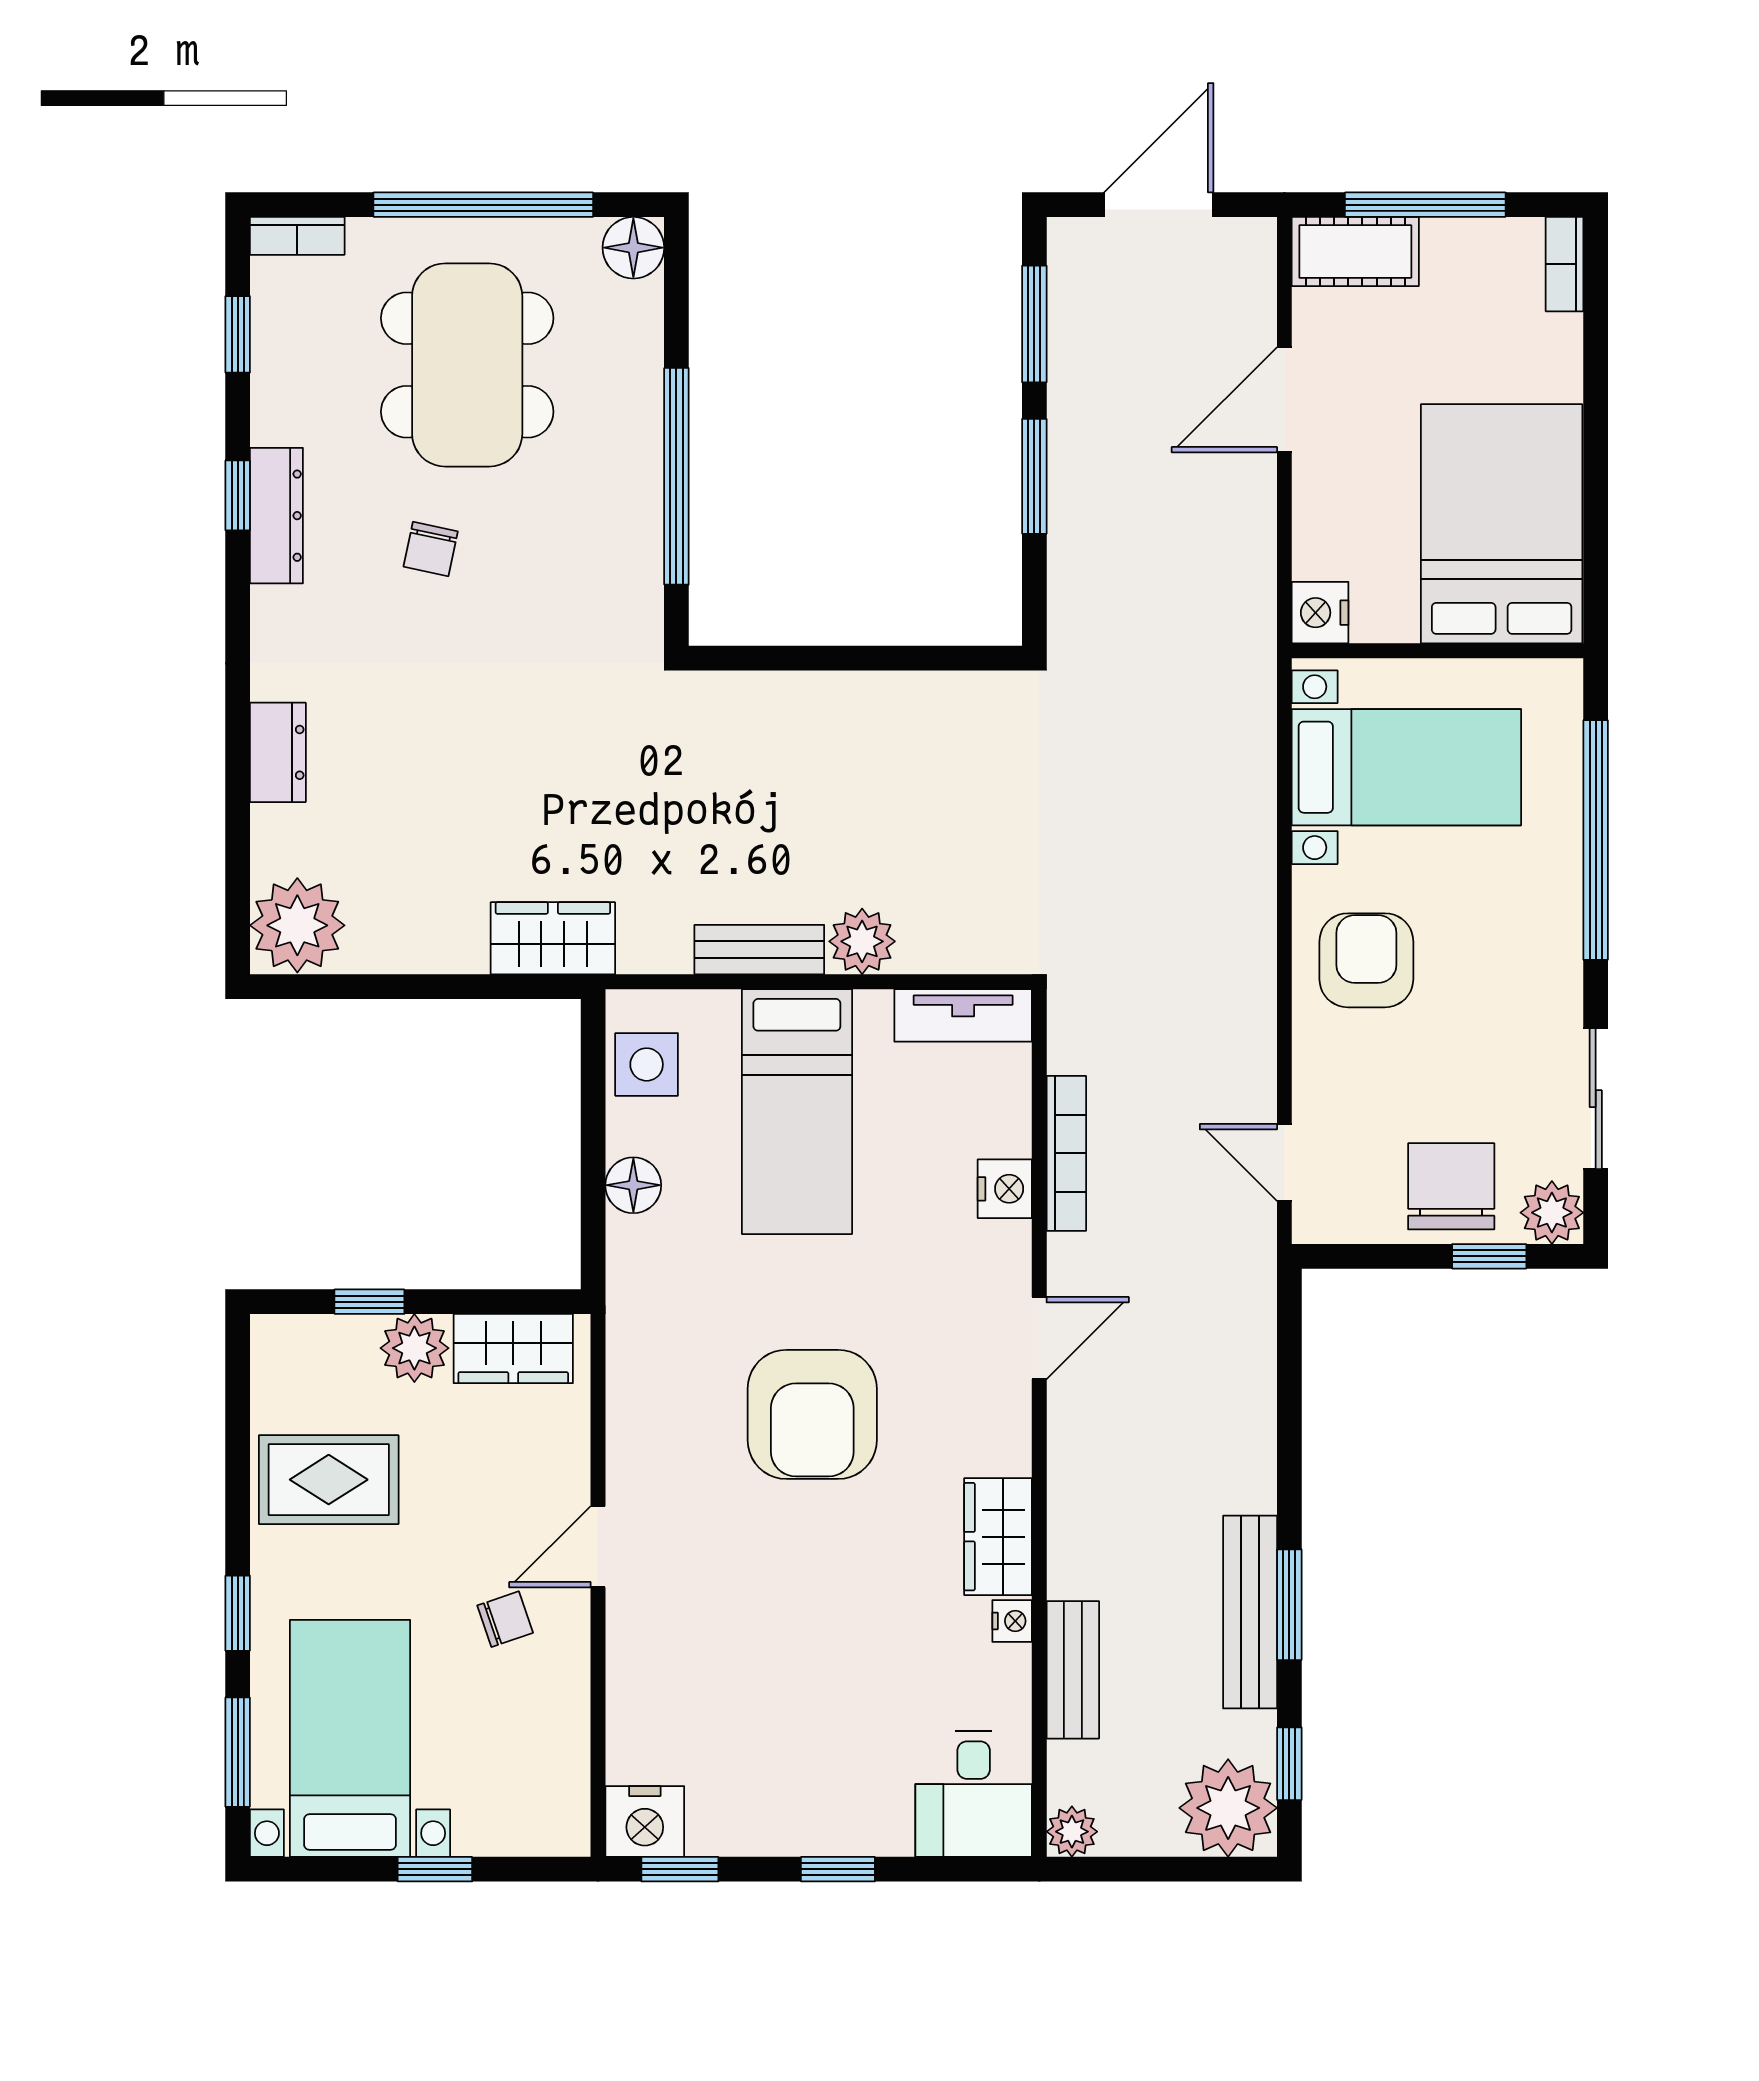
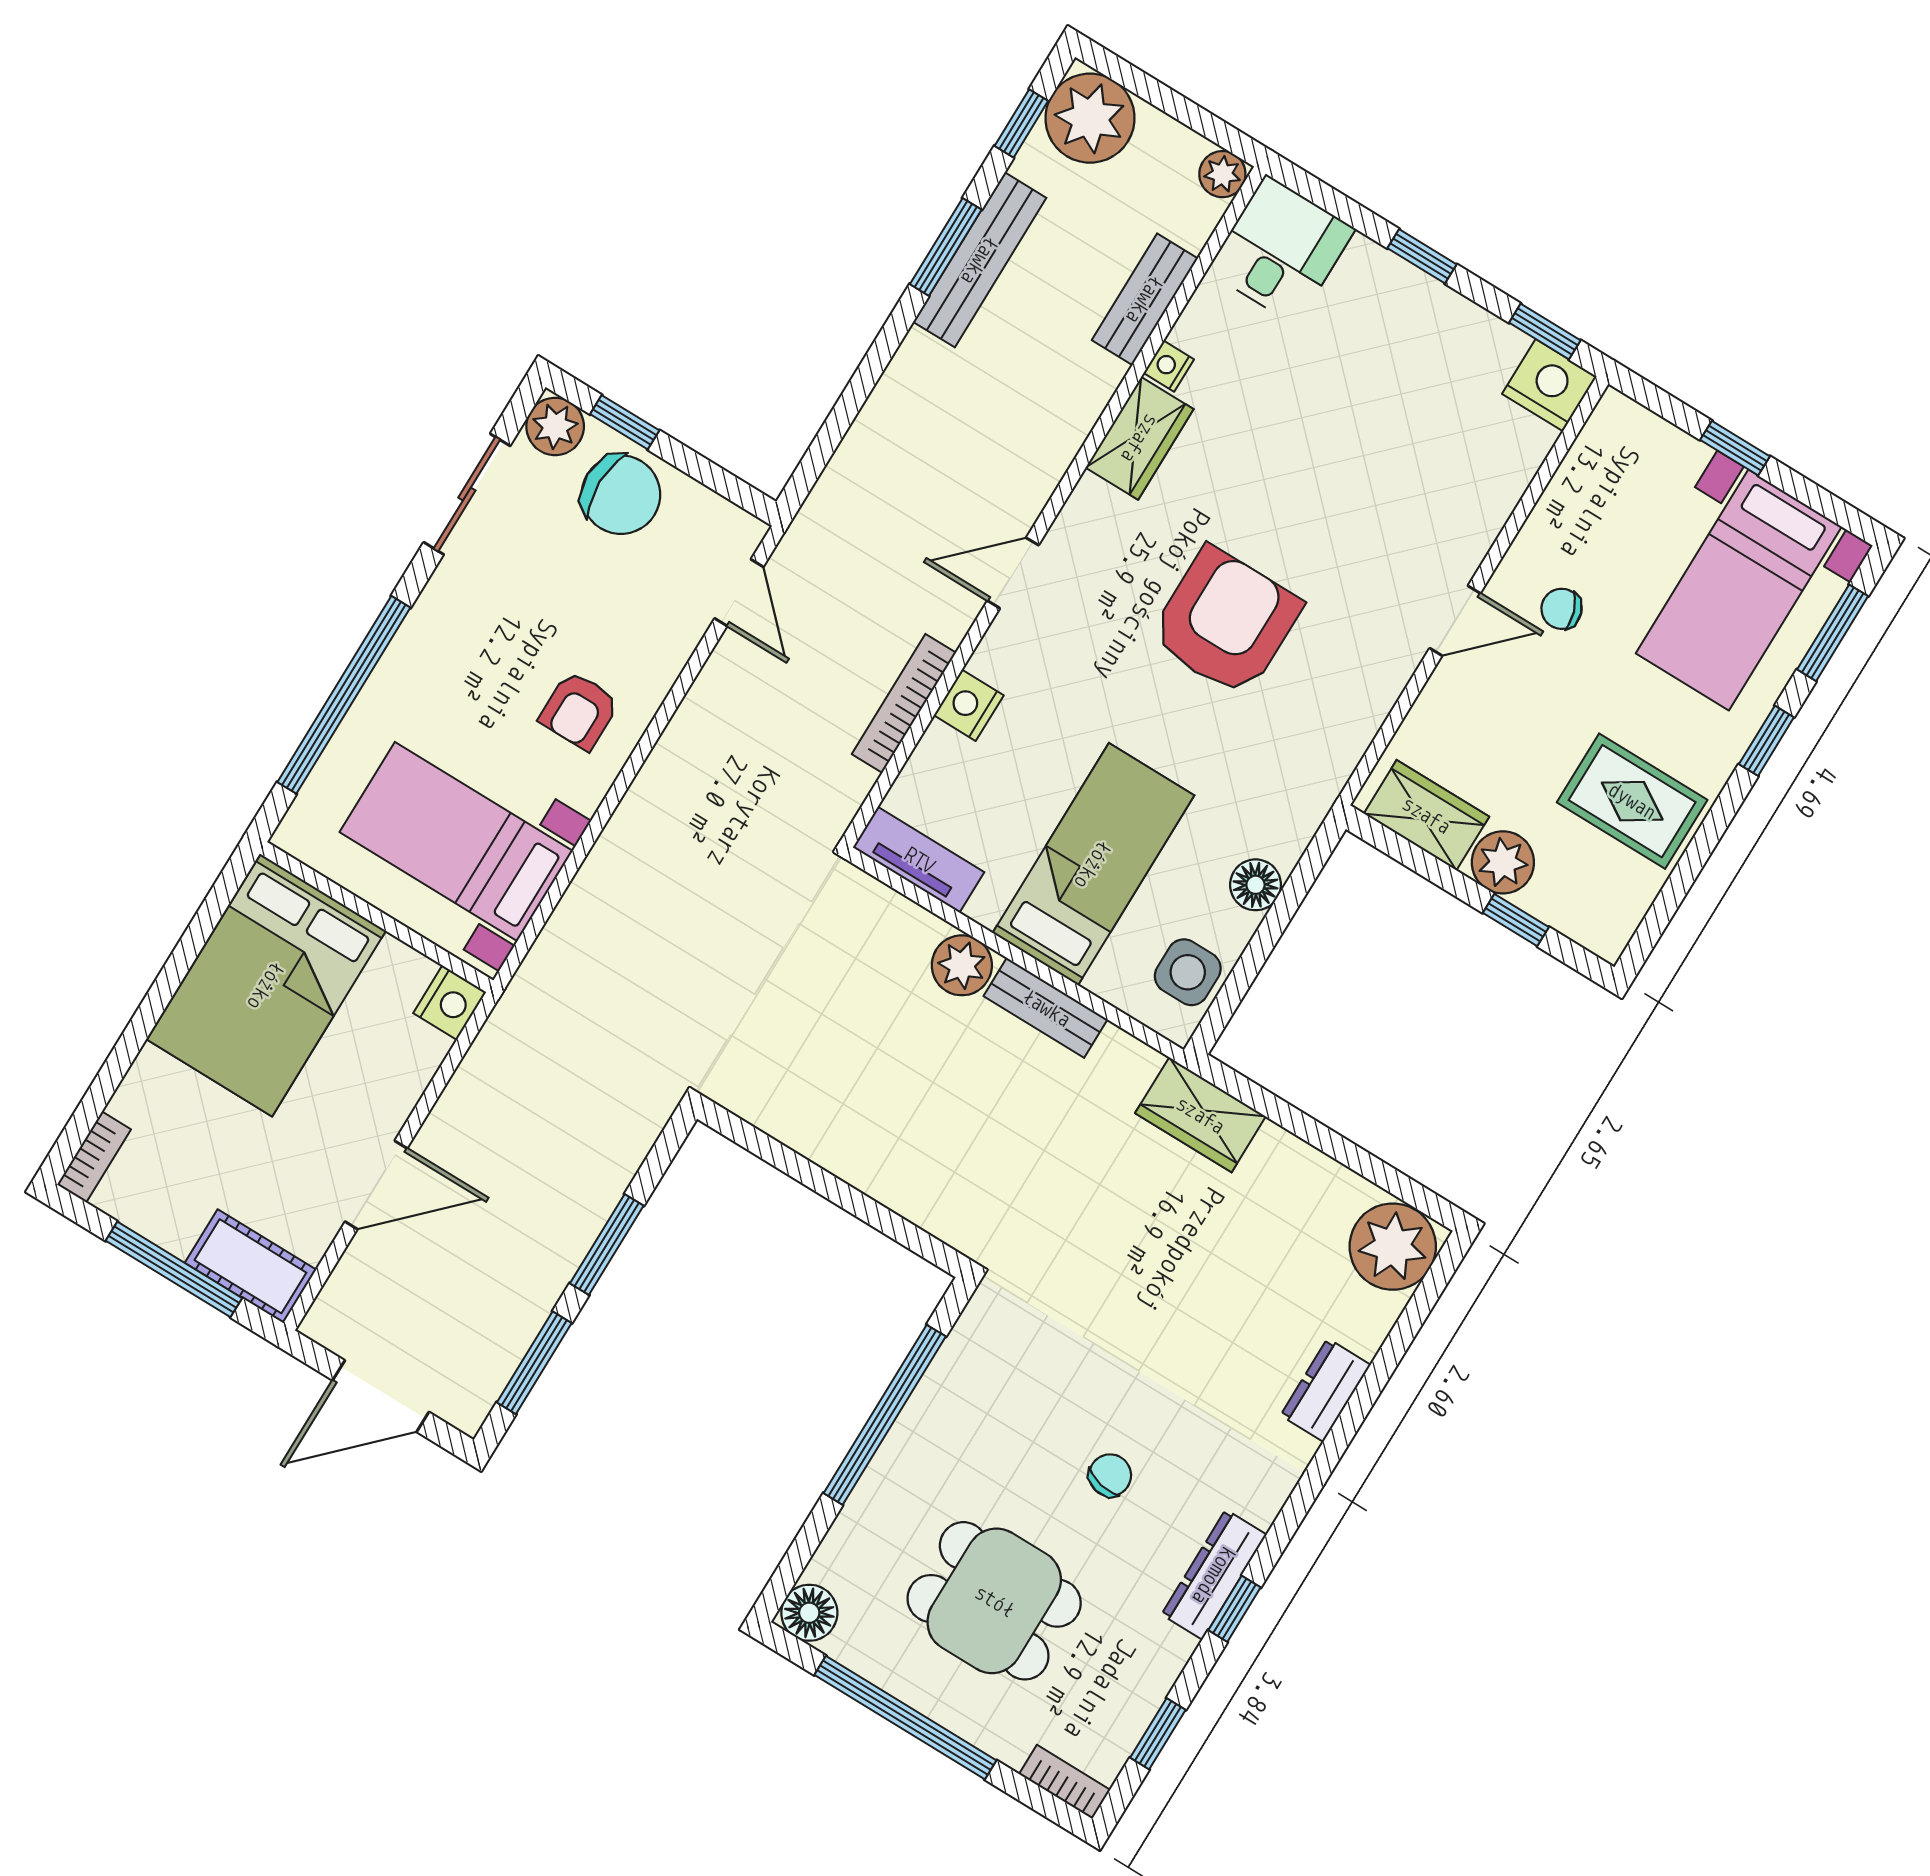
dining table: (467, 365) -> (994, 1601), width x0.73
armchair: (1366, 960) -> (579, 711), width x0.72, depth x0.72
chair: (1451, 1186) -> (621, 495), turned -90

